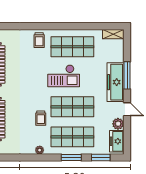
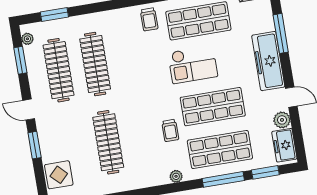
window: (127, 75) -> (281, 33), moved
window: (71, 158) -> (223, 179), width x1.44

